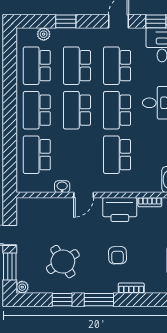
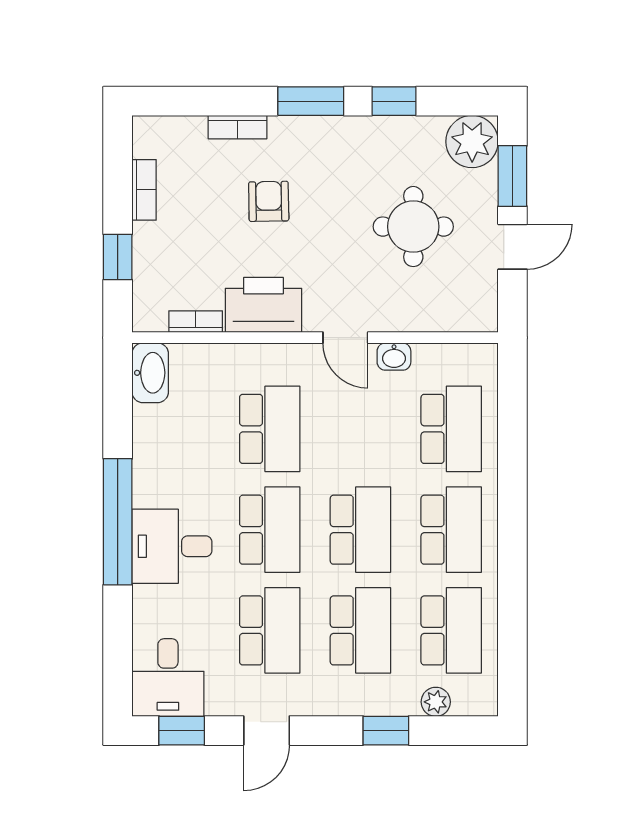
door: (84, 195) -> (345, 338), swing flipped
round table: (63, 262) -> (413, 227), moved, turned 32
plant: (22, 287) -> (472, 142), width x1.87, depth x1.87

